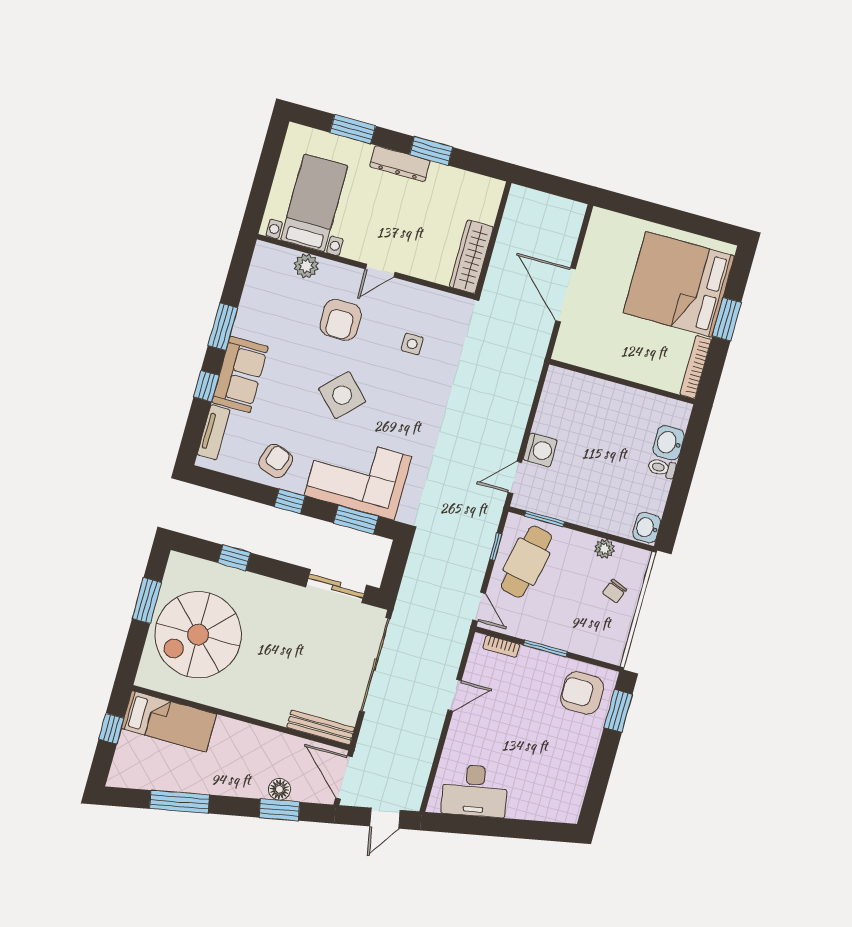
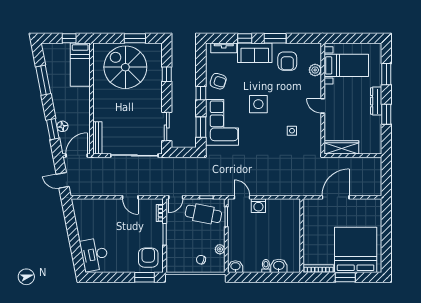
armchair: (341, 320) -> (287, 61), moved, turned -90
side table: (342, 395) -> (258, 104), turned 45
desk: (475, 791) -> (94, 254), moved

